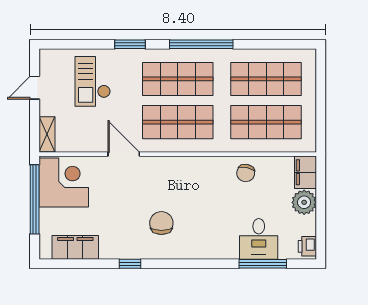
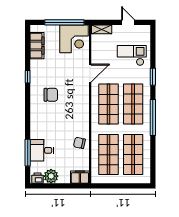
plant: (304, 202) -> (51, 176), moved

